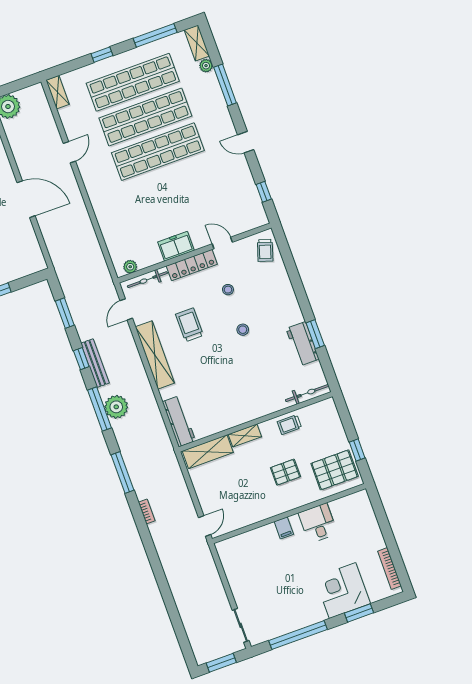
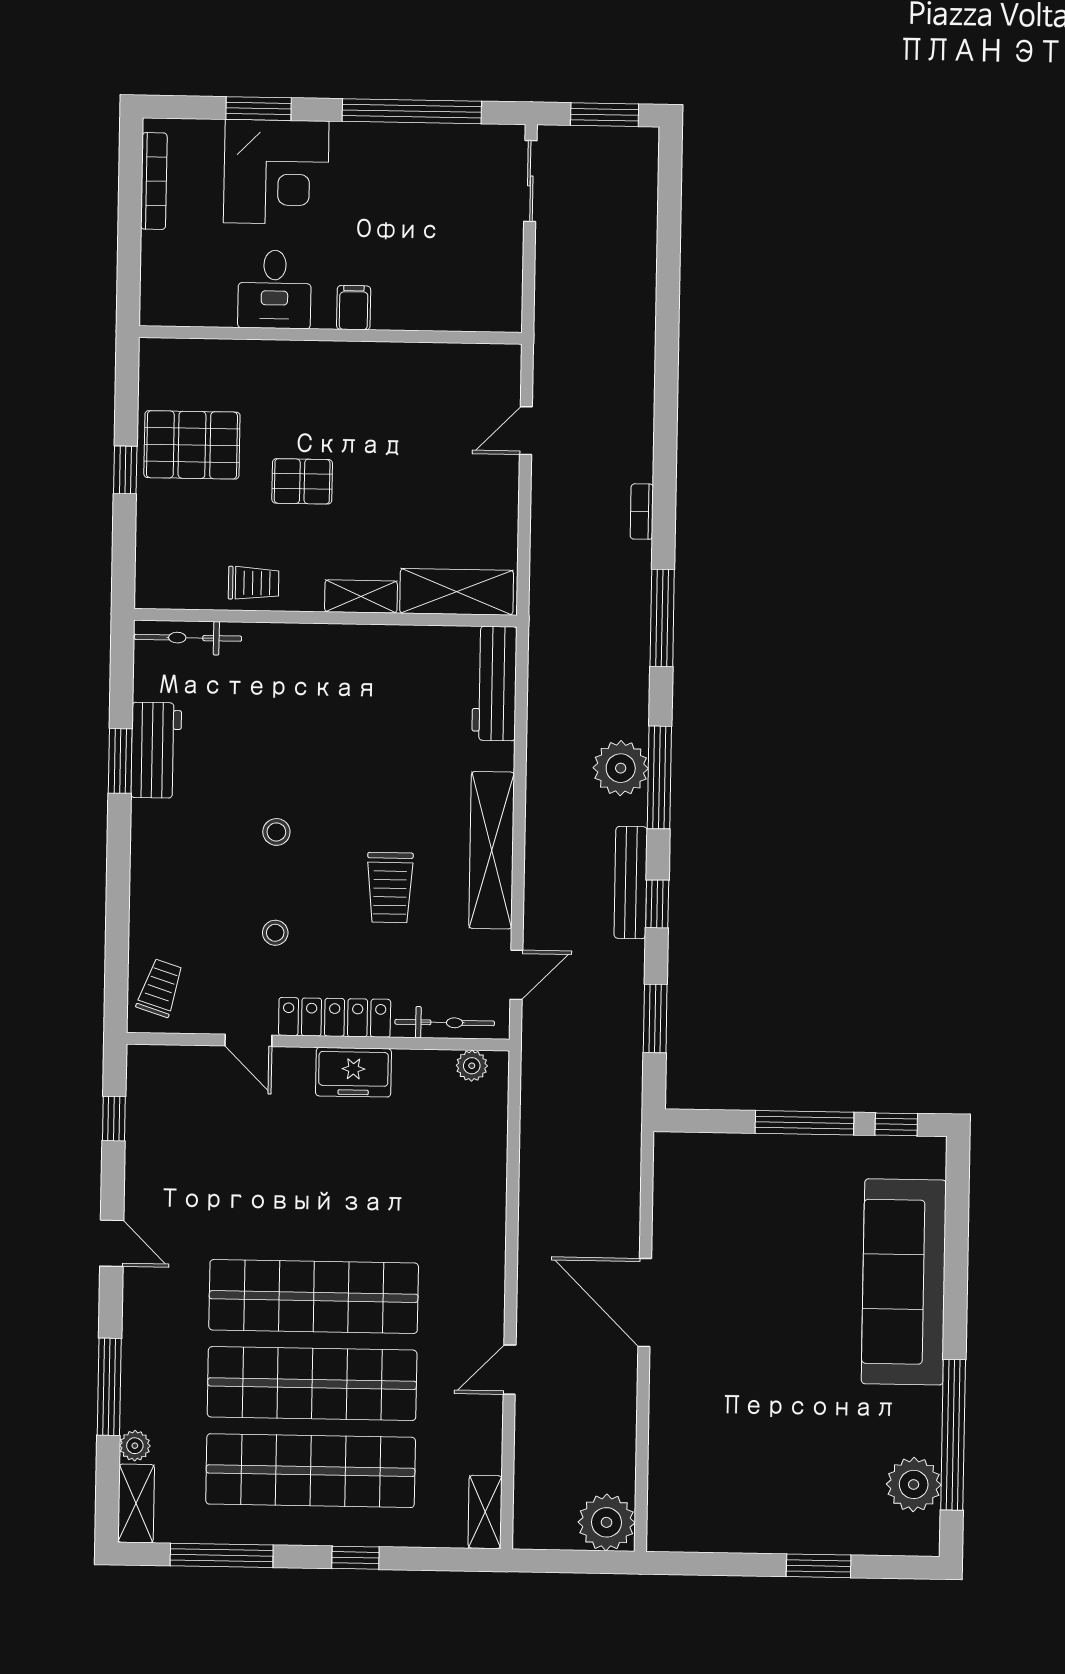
wall: (289, 514) -> (330, 335), moved
desk: (318, 523) -> (275, 289), moved
filing cabinet: (284, 528) -> (354, 308), moved

